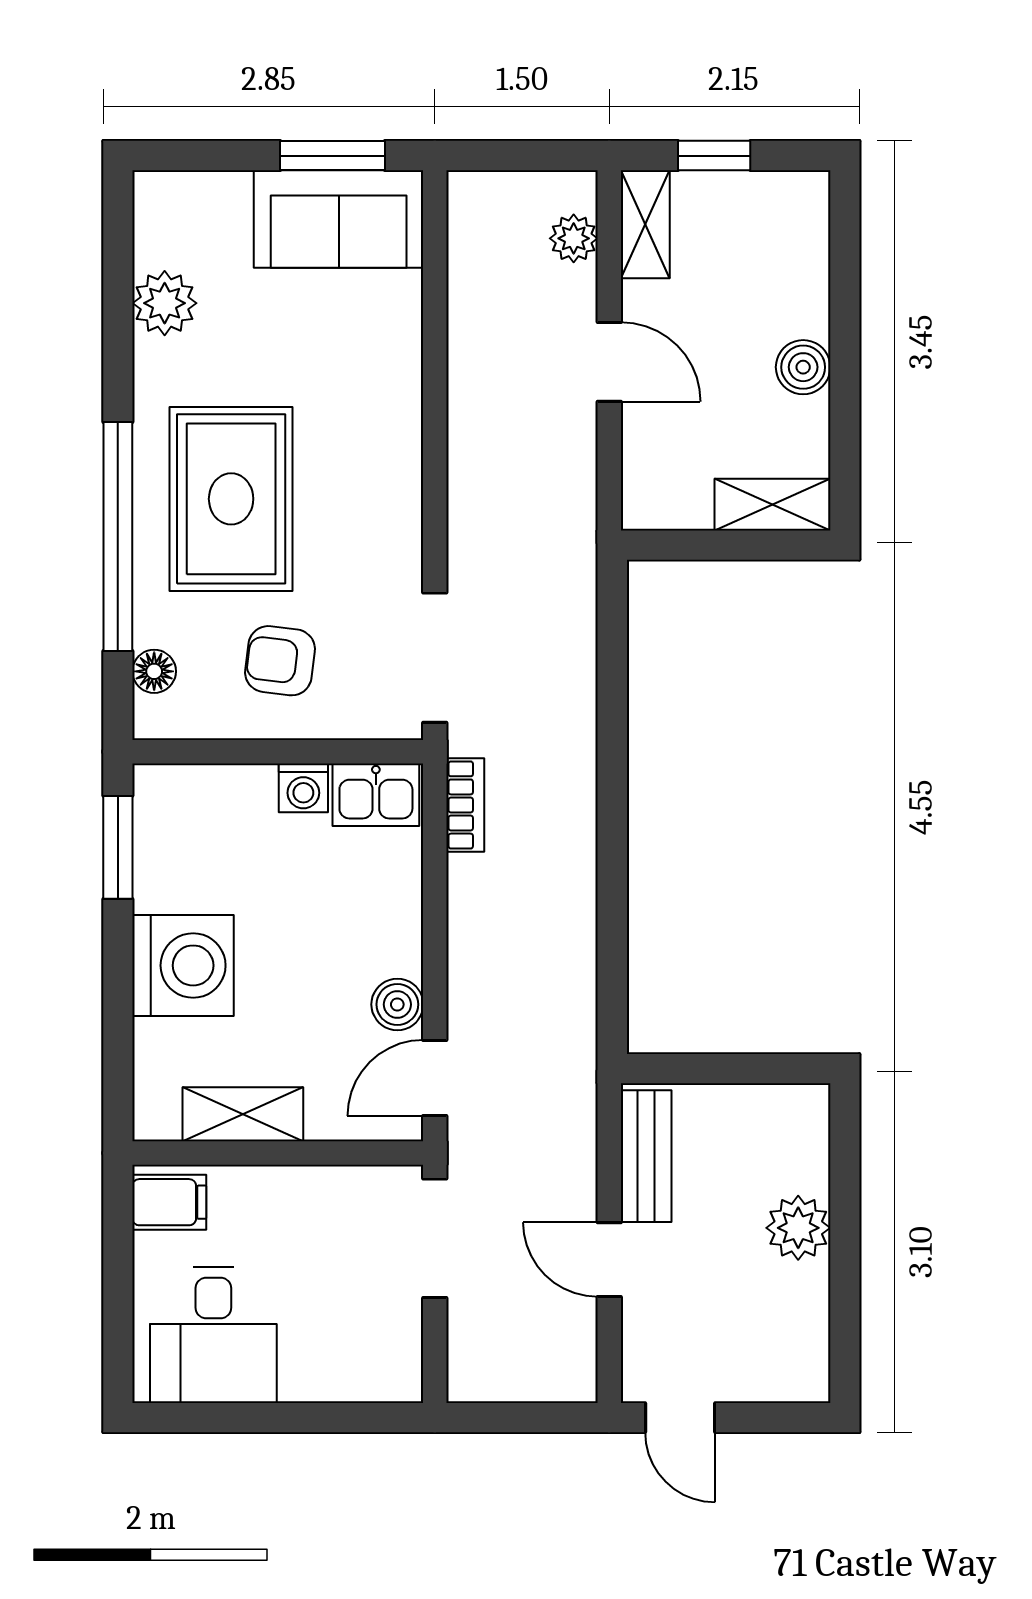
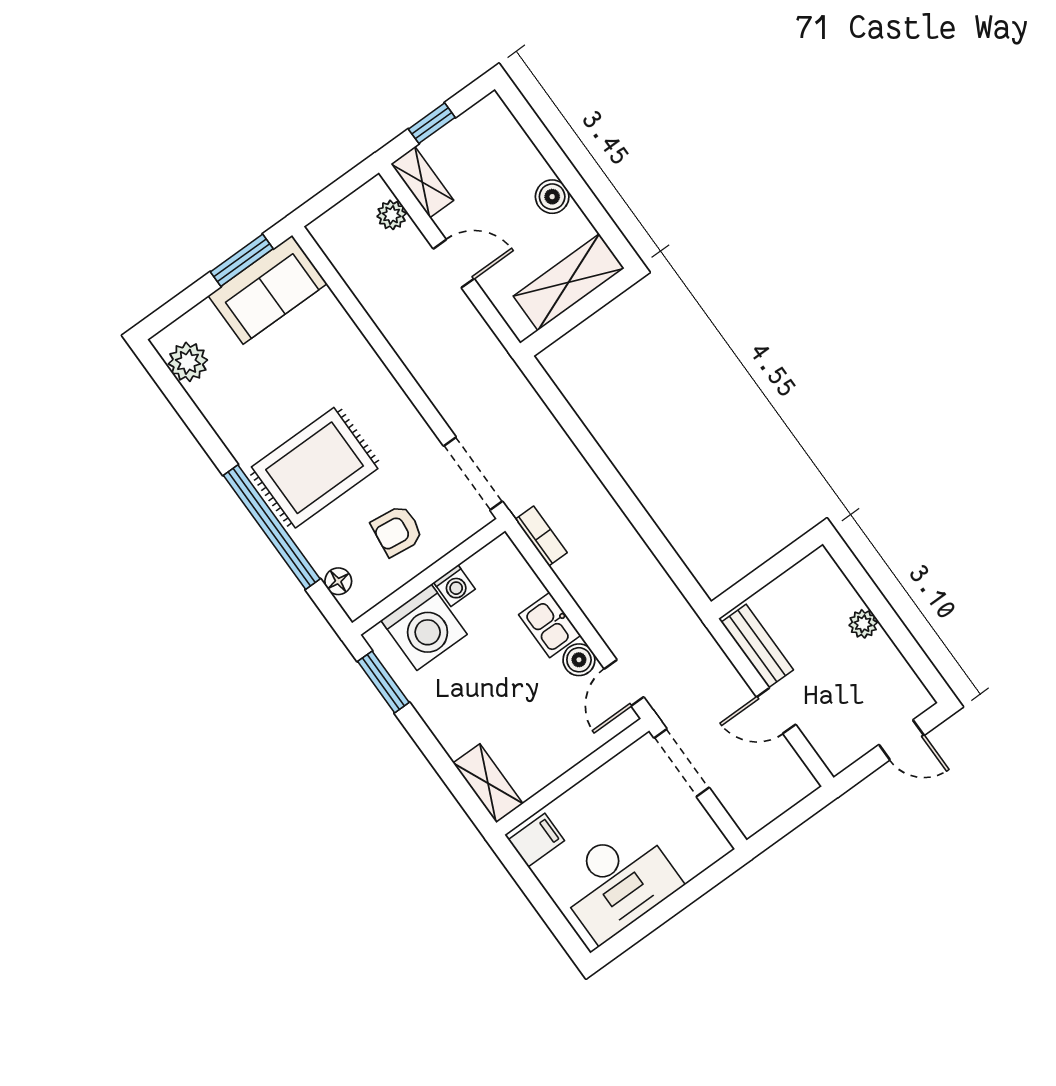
plant: (165, 303) -> (188, 362), moved
rug: (231, 499) -> (315, 468), turned 90
shelving: (772, 505) -> (569, 282), width x1.50, depth x1.33
kitchen sink: (376, 795) -> (550, 625), moved, turned 90
washing machine: (183, 965) -> (424, 627), moved, turned 90
shelving: (243, 1114) -> (488, 783), moved, turned 90
plant: (798, 1228) -> (863, 624), width x0.73, depth x0.73
desk: (213, 1335) -> (618, 882), width x1.37
door: (680, 1418) -> (901, 740), moved

